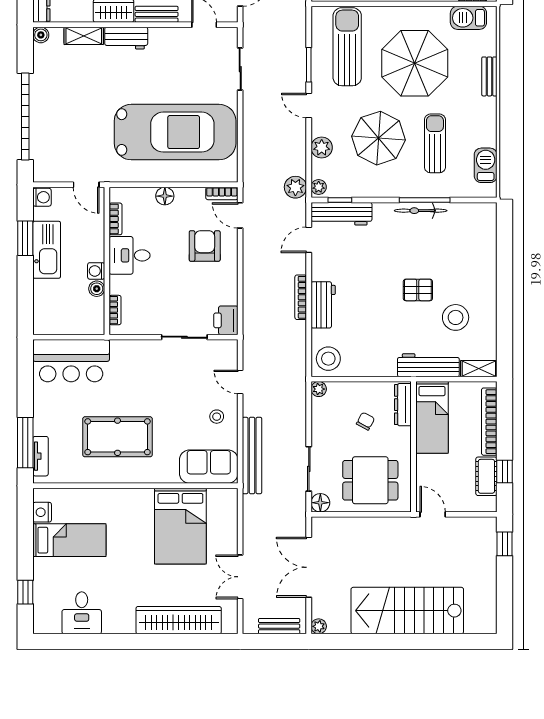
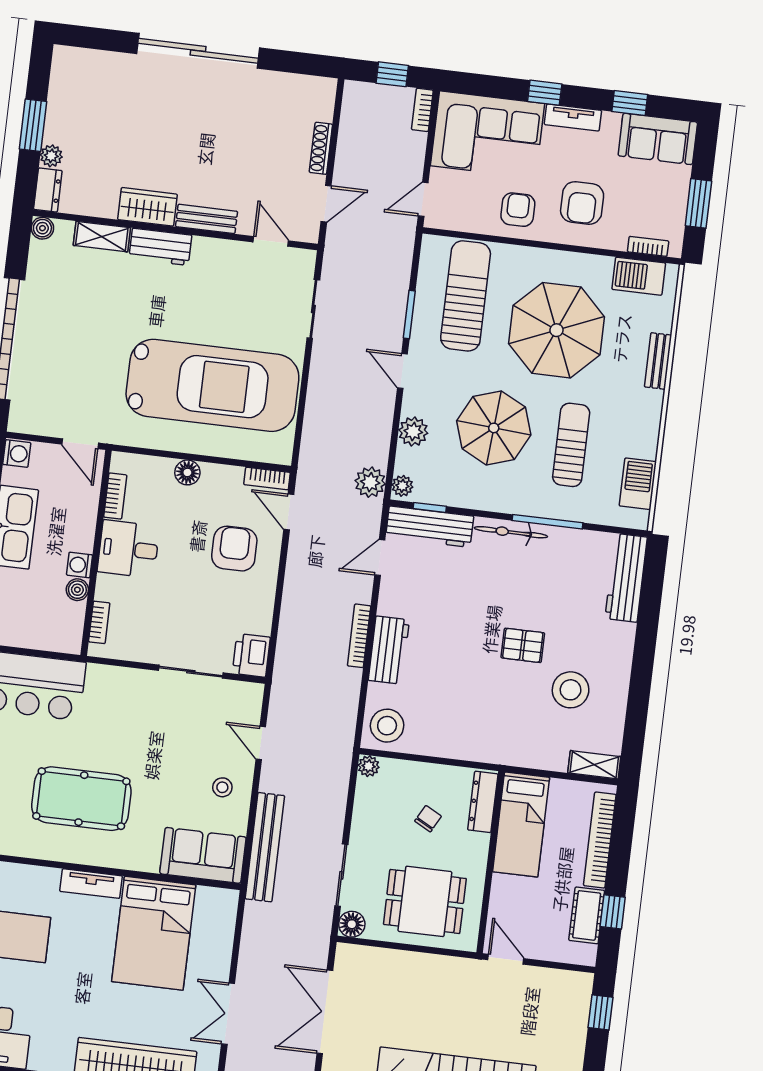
bicycle: (421, 211) -> (511, 532), moved
workbench: (428, 365) -> (626, 578), moved, turned -90
tv unit: (132, 496) -> (91, 884), added

